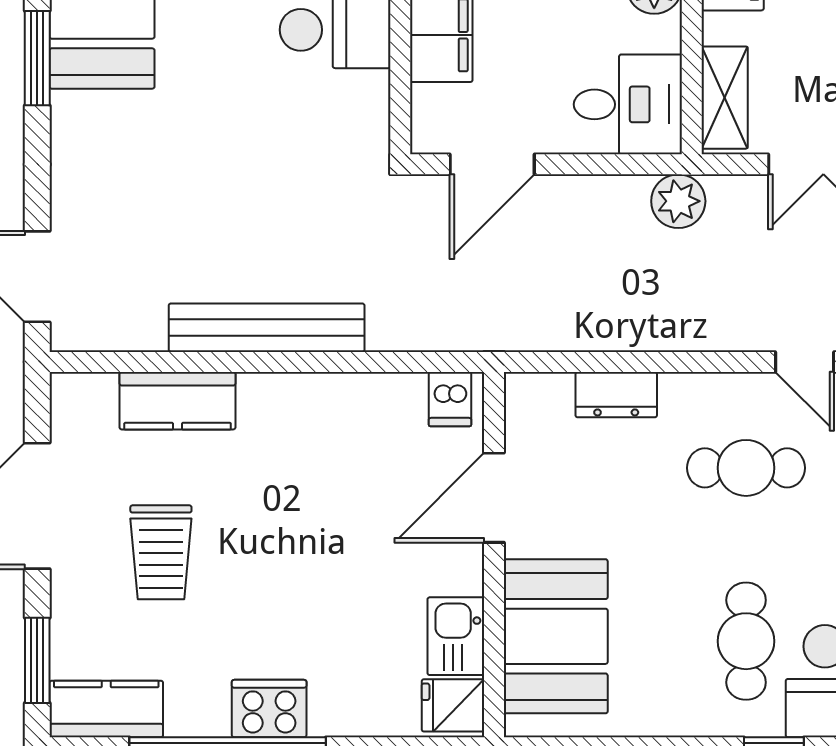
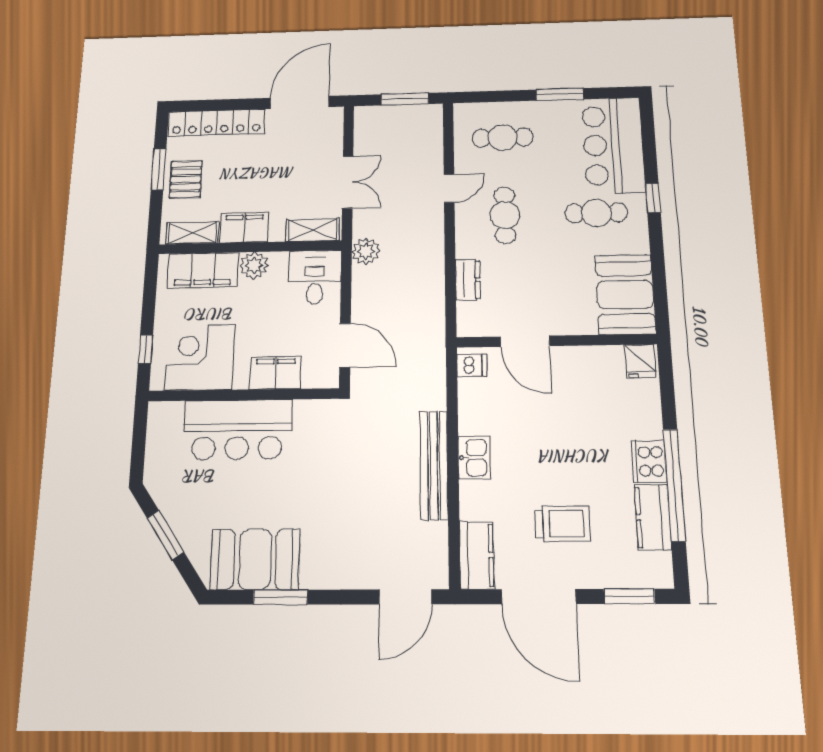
kitchen counter: (178, 401) -> (476, 555), moved
kitchen sink: (456, 636) -> (474, 458), moved, turned -90
booth: (556, 636) -> (625, 295), moved, turned 90
kitchen counter: (106, 709) -> (653, 517), moved

